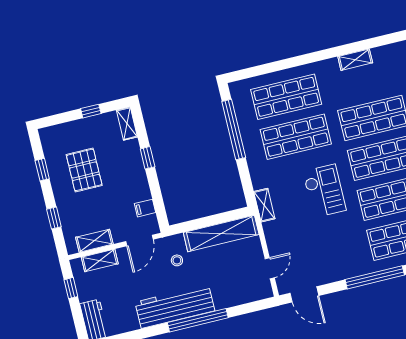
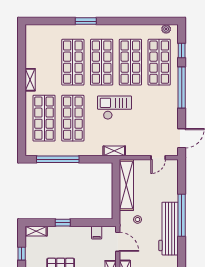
shelving: (355, 60) -> (30, 80), moved
door: (270, 268) -> (158, 158), swing flipped

